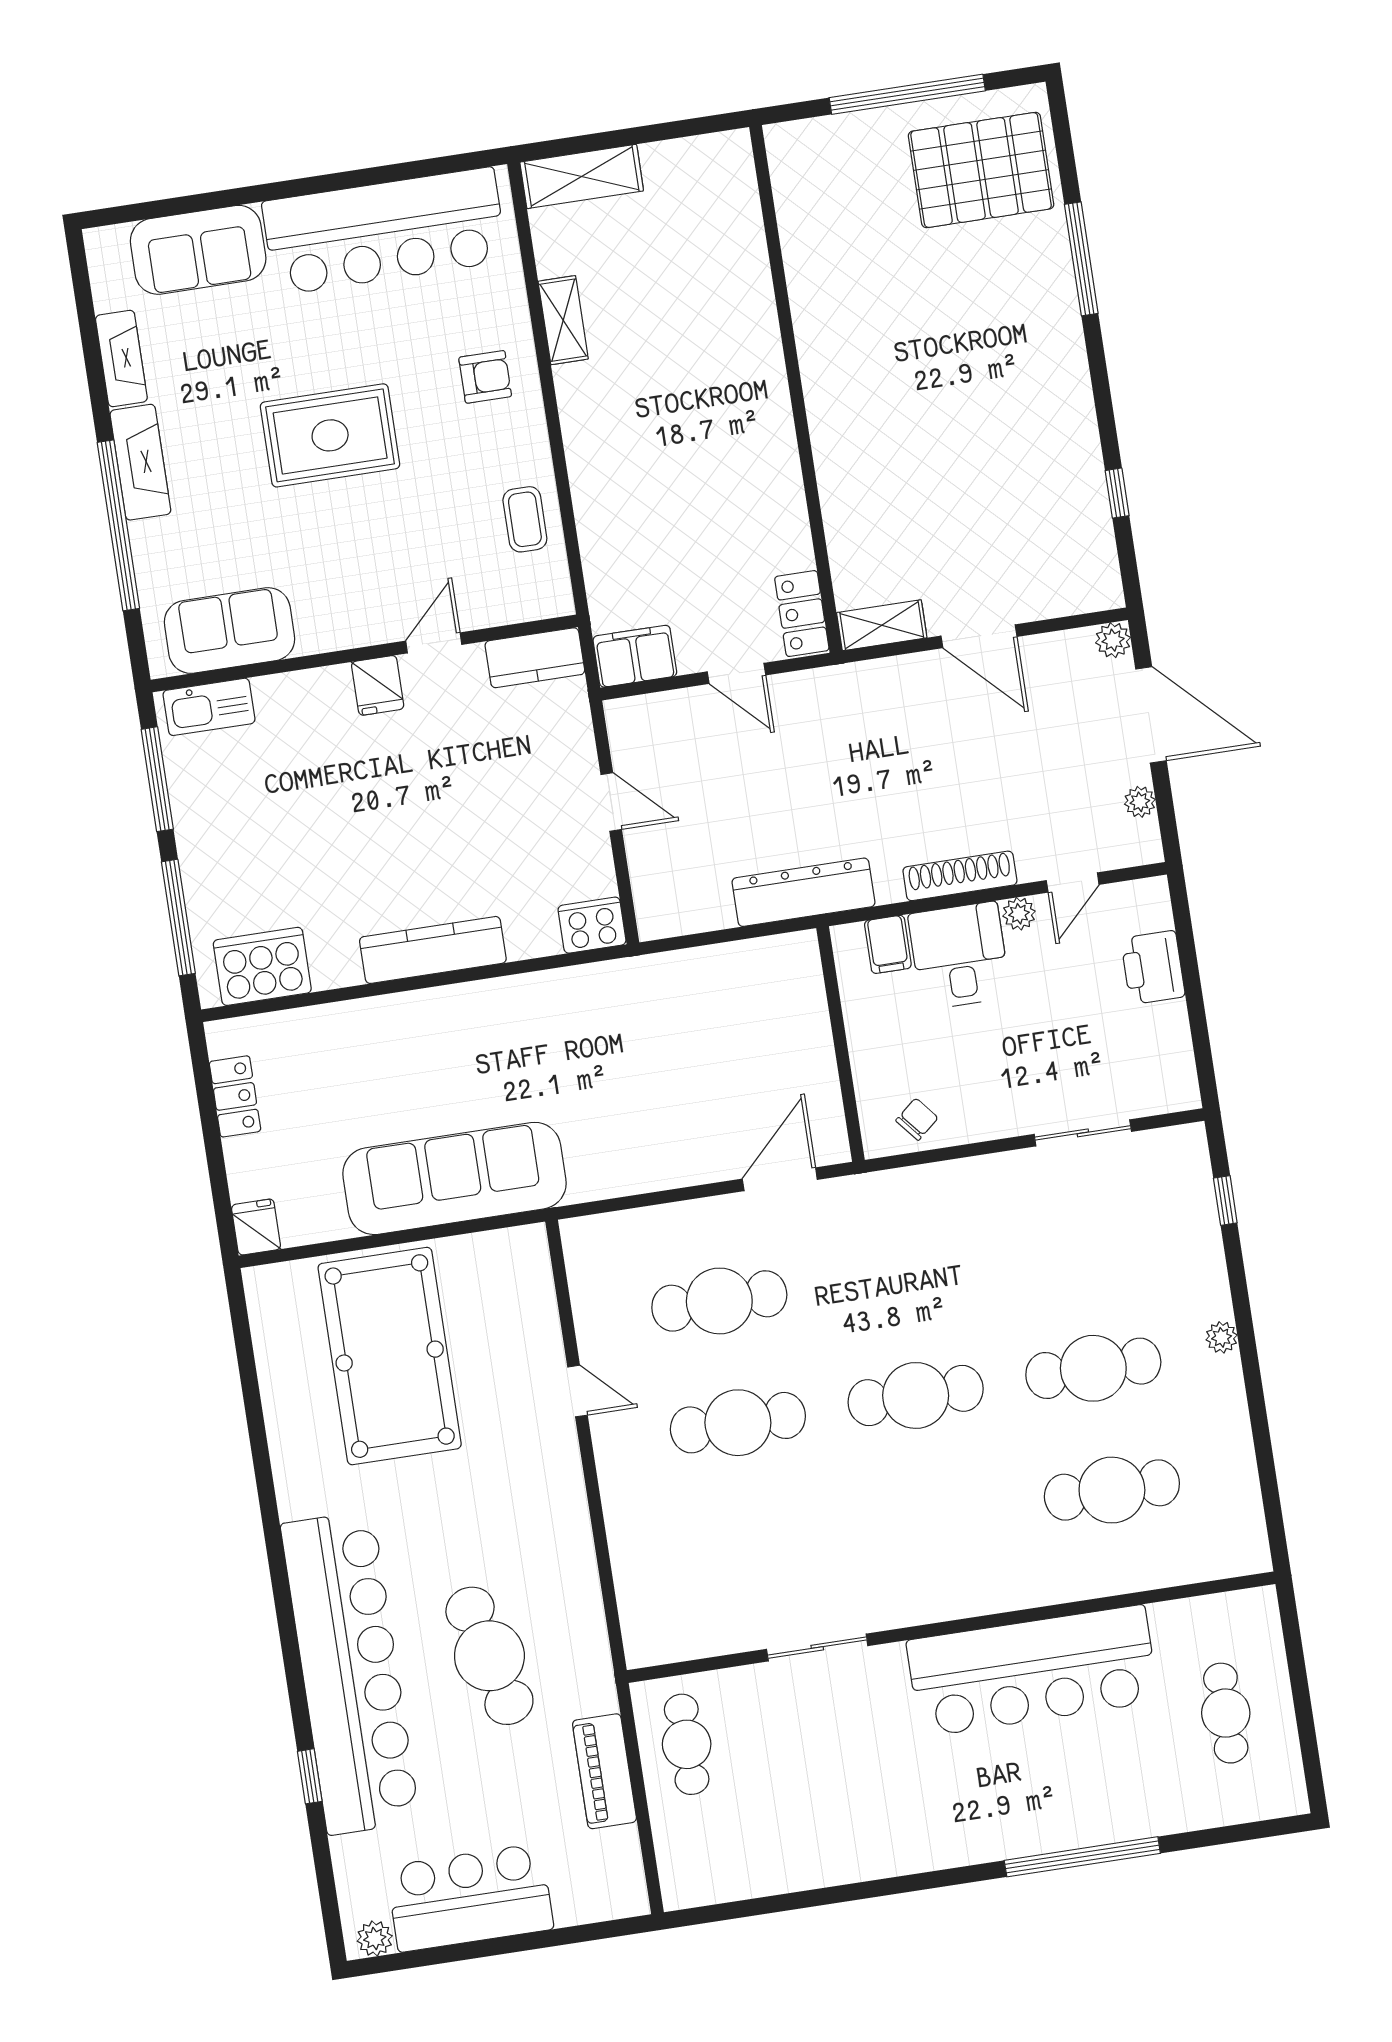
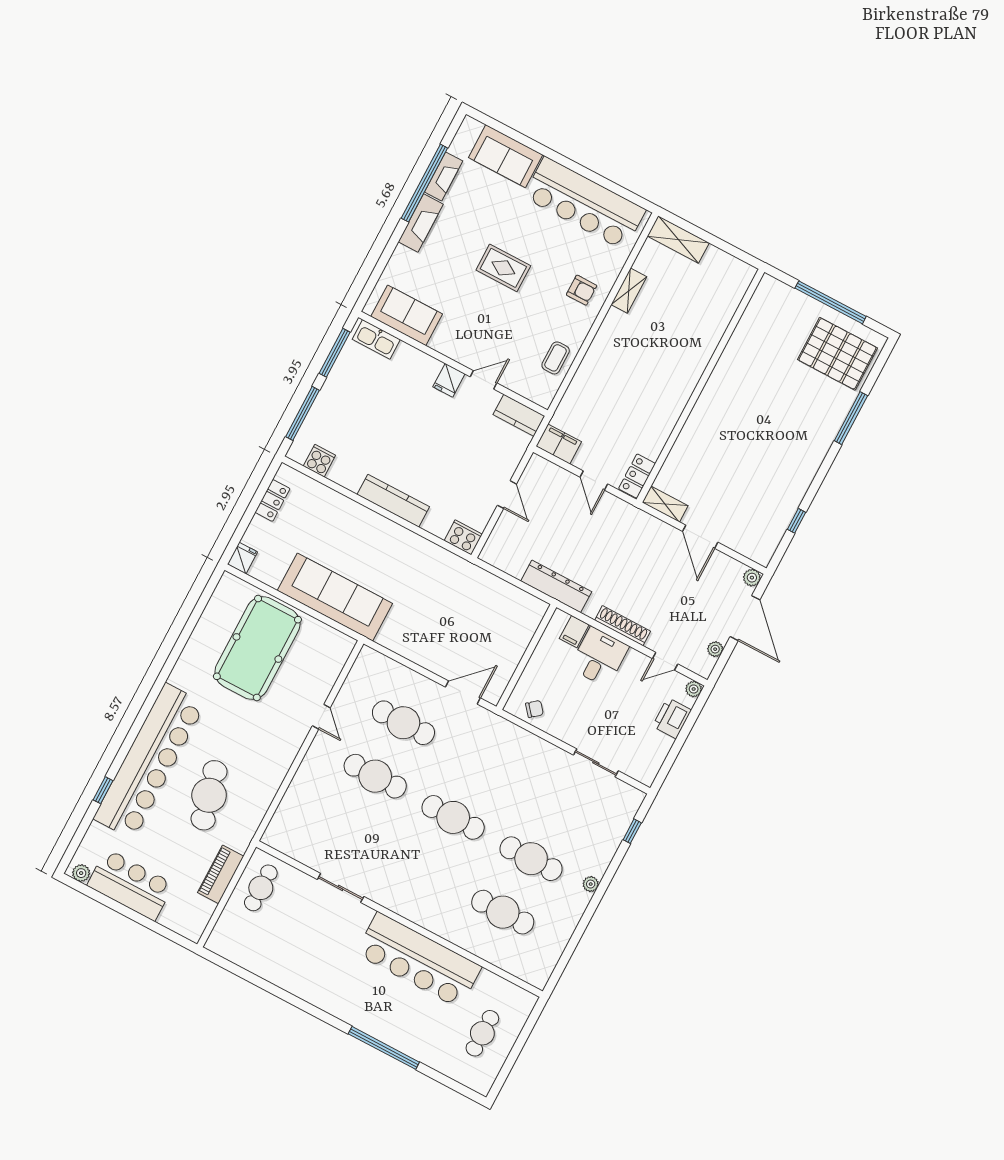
rug: (330, 435) -> (503, 268), width x0.73, depth x0.70
window: (118, 525) -> (424, 183), moved
plant: (1019, 914) -> (694, 689), moved
cooker: (262, 966) -> (319, 461), width x0.53, depth x0.76

